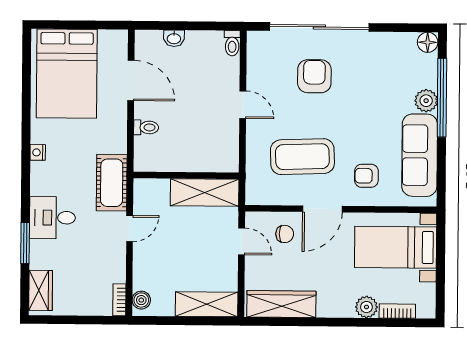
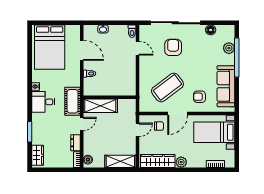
floor lamp: (428, 42) -> (211, 30), moved
plant: (426, 101) -> (229, 48), moved
door: (243, 105) -> (137, 48), moved
coffee table: (302, 157) -> (167, 87), turned -35
shelving: (205, 192) -> (100, 106), moved
desk: (52, 218) -> (43, 102), moved
door: (241, 241) -> (137, 130), hinge flipped
dresser: (117, 266) -> (75, 143), added
plant: (366, 307) -> (181, 162), moved

